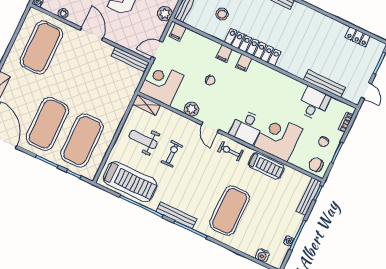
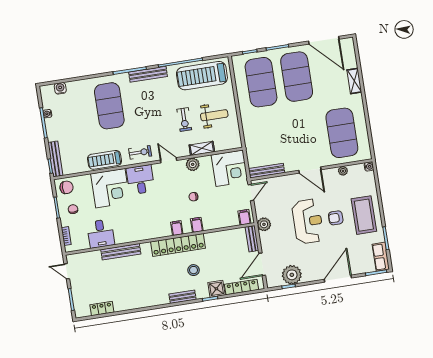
stool: (222, 14) -> (194, 270), moved
bench: (324, 84) -> (121, 252), moved
shelving: (146, 105) -> (202, 148), moved

